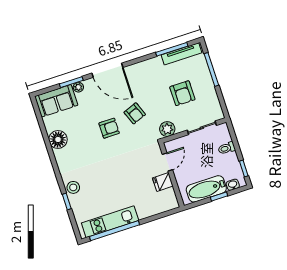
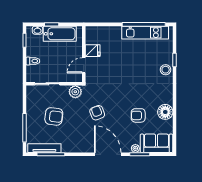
armchair: (182, 93) -> (54, 116), turned 97
armchair: (109, 128) -> (138, 115), moved

